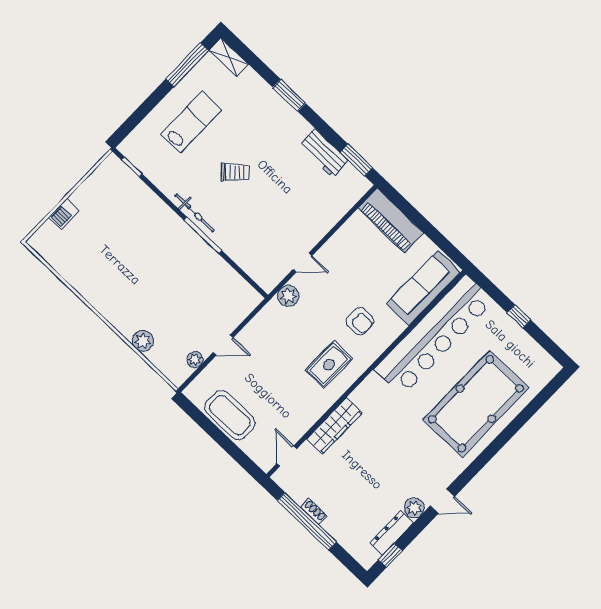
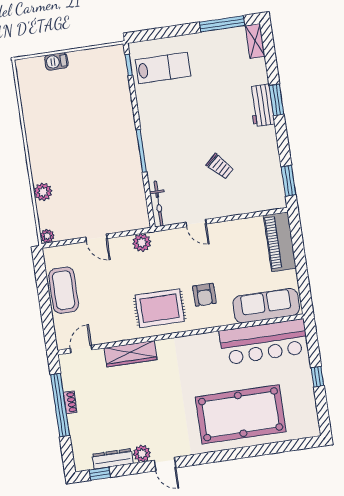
lab bench: (191, 122) -> (163, 68), moved
workbench: (324, 153) -> (262, 105), moved
trolley: (235, 172) -> (220, 167), moved
bicycle: (195, 213) -> (159, 204), moved
plant: (288, 296) -> (142, 243), moved
bar counter: (434, 335) -> (264, 342), width x0.73
plant: (195, 360) -> (47, 236), moved
rug: (329, 364) -> (160, 308), width x1.36, depth x1.43

